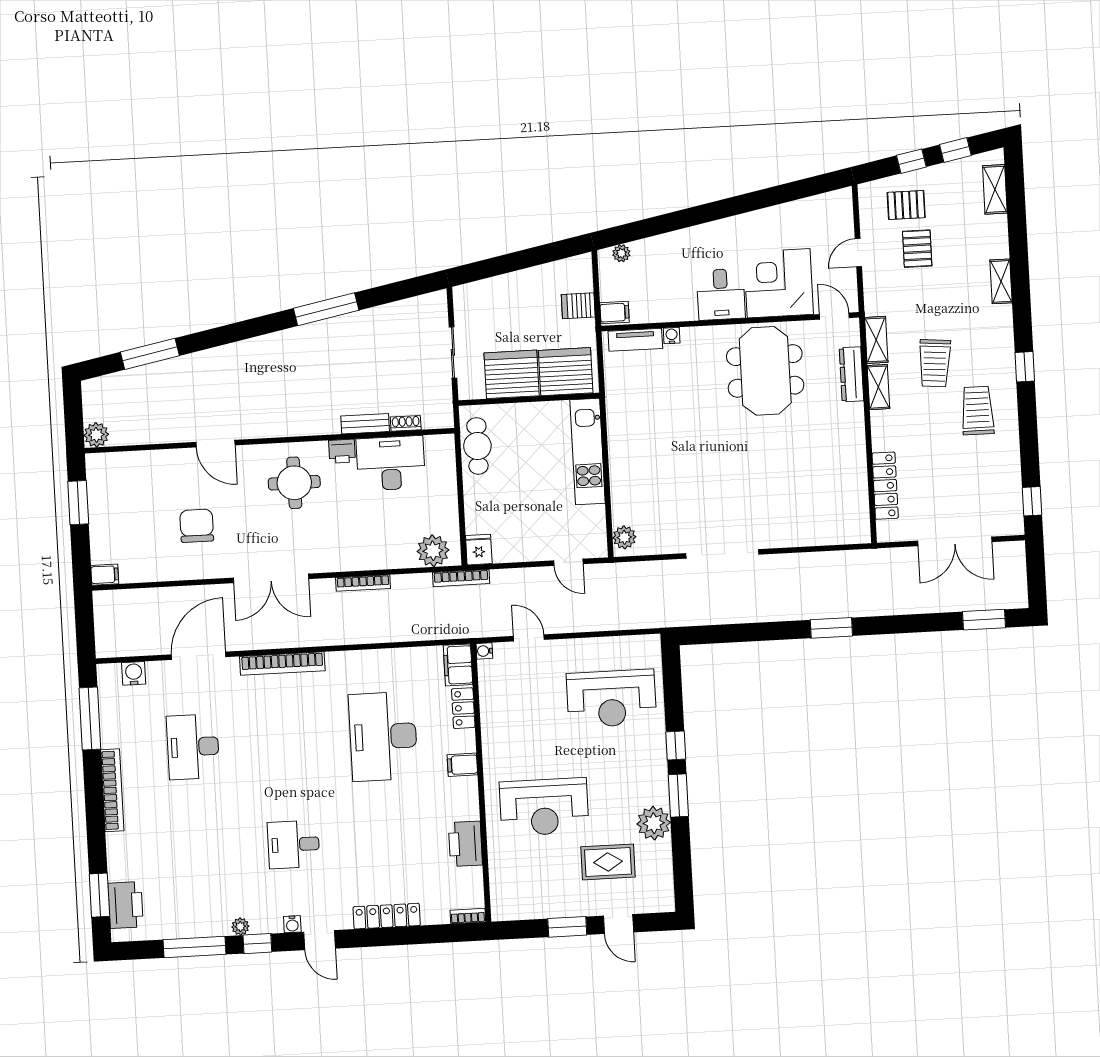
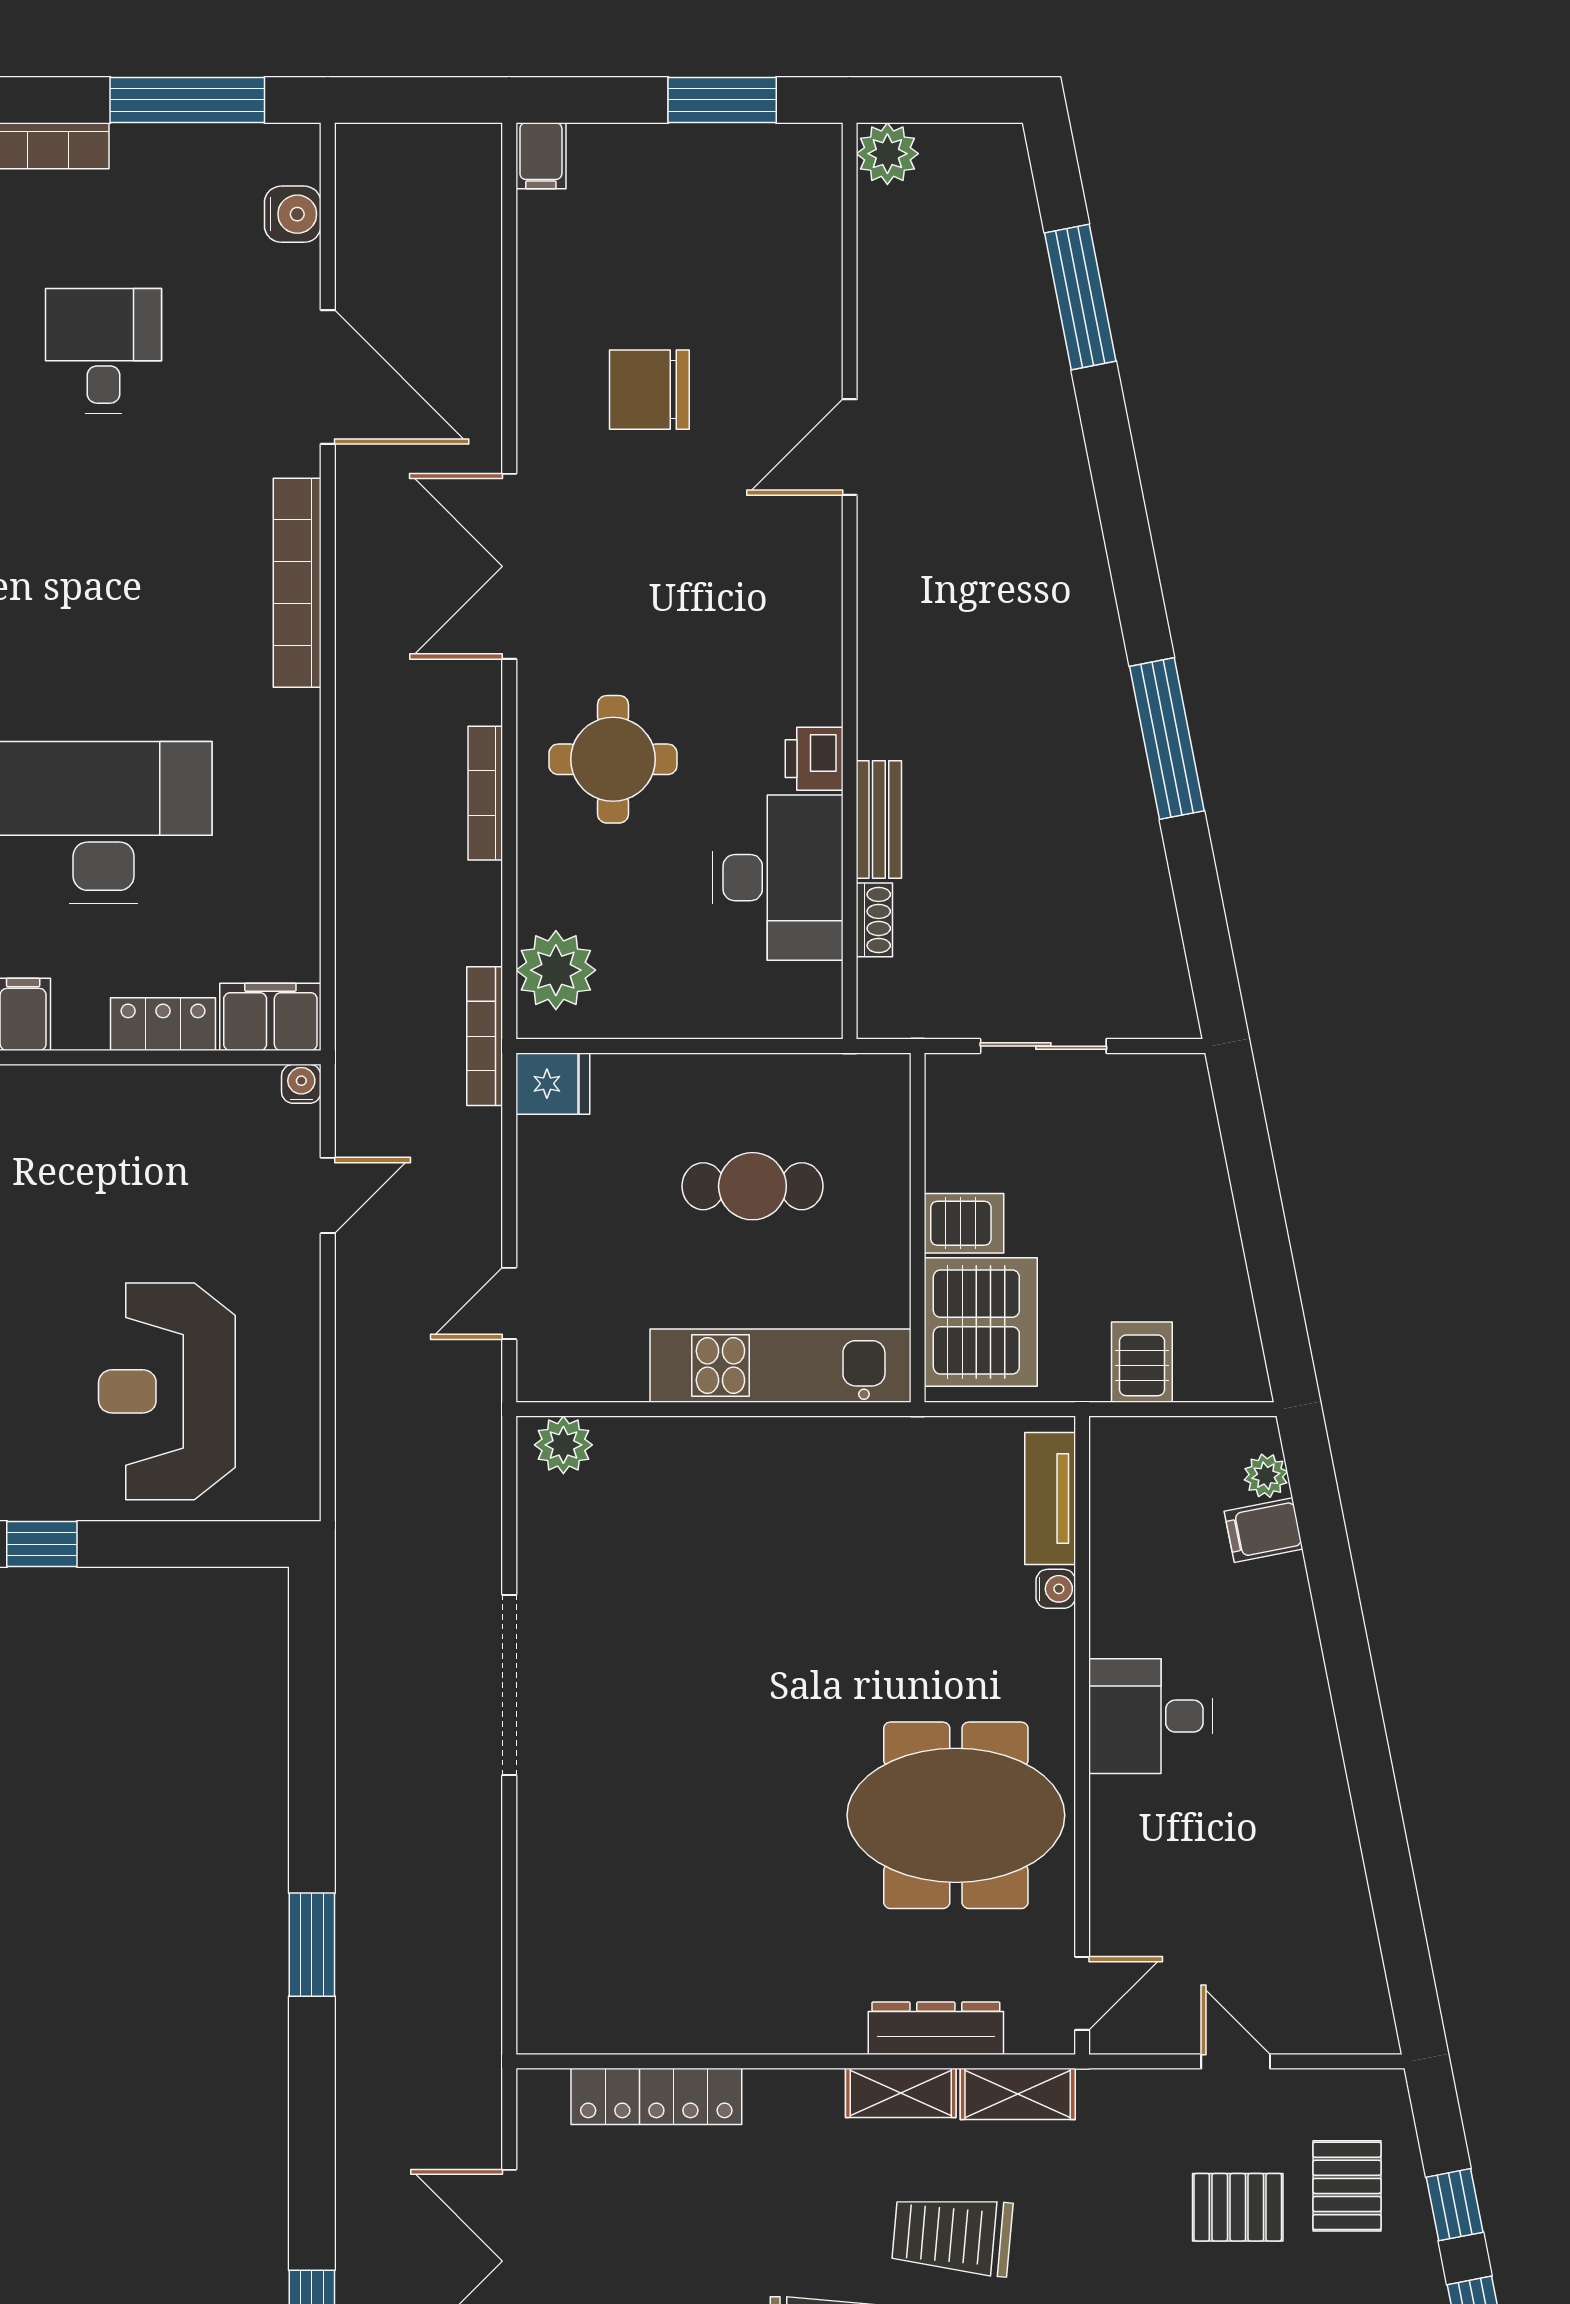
corner desk: (779, 283) -> (1171, 1860), removed
filing cabinet: (615, 313) -> (1264, 1530), moved, turned 79
server rack: (512, 374) -> (964, 1223), width x0.46, depth x0.70
cafe table: (477, 446) -> (752, 1186), moved
round table: (294, 483) -> (613, 759), moved
chair: (197, 526) -> (649, 390), turned 180
desk: (193, 747) -> (104, 351), width x0.73

